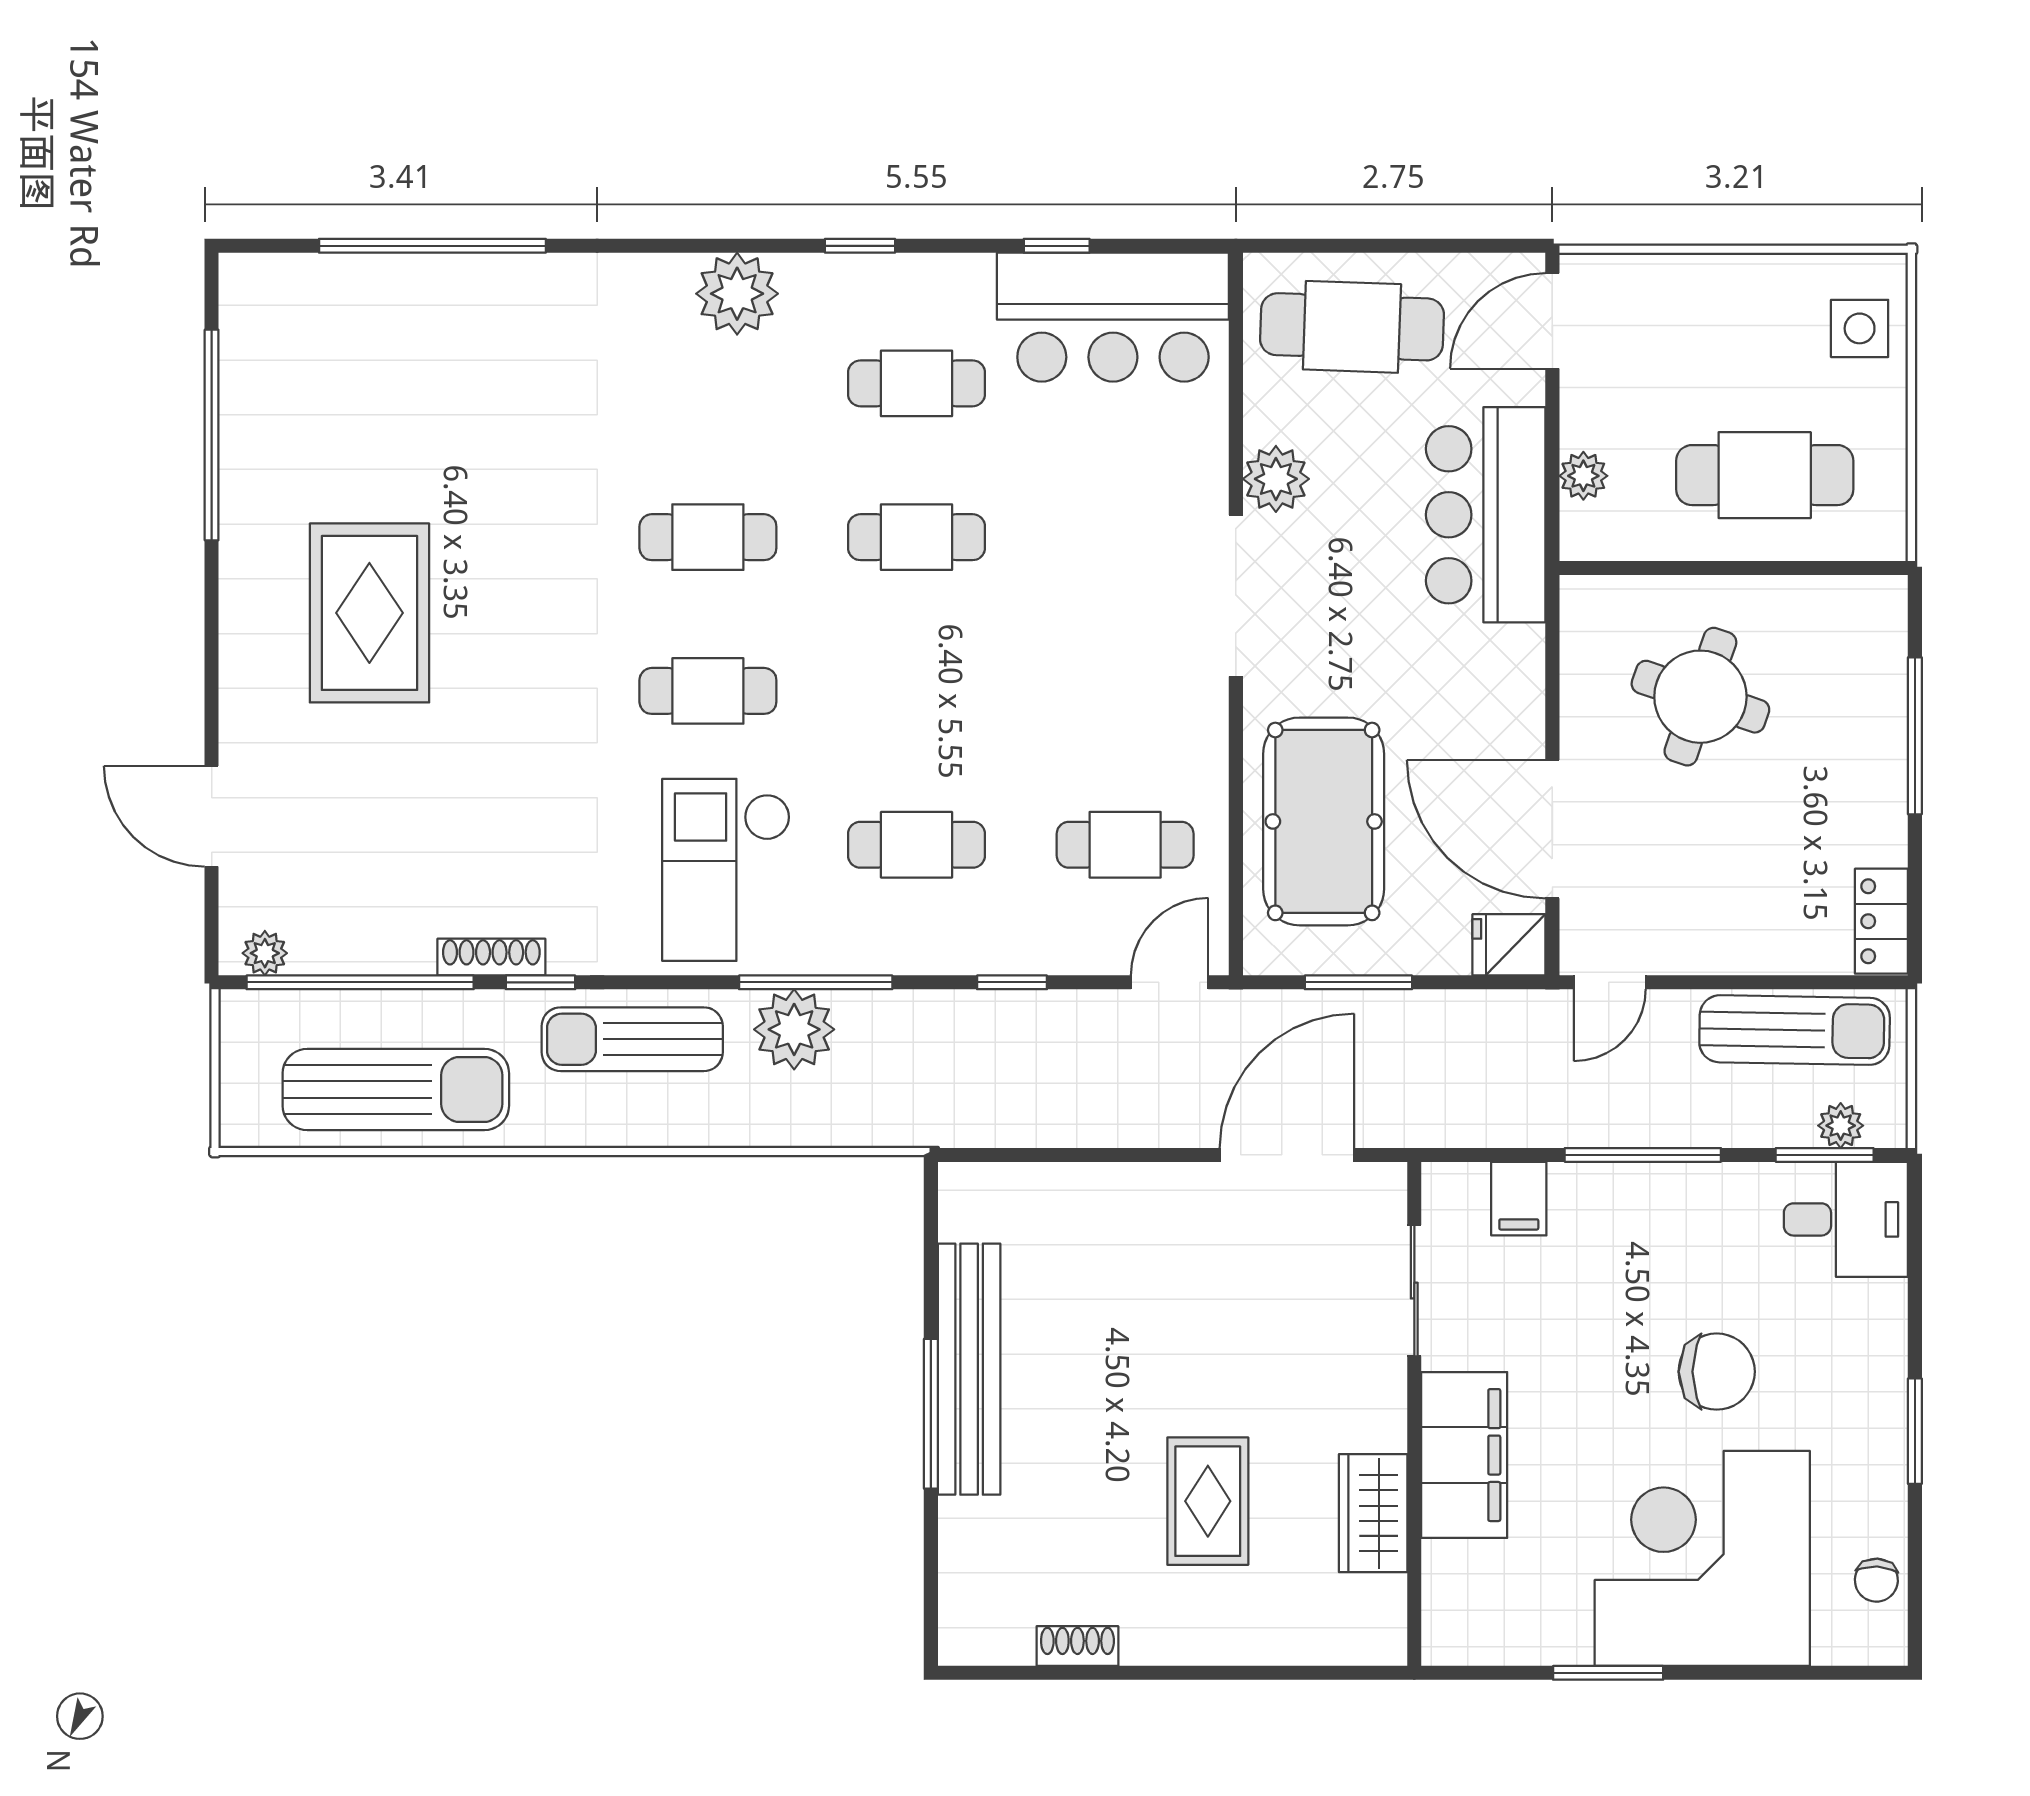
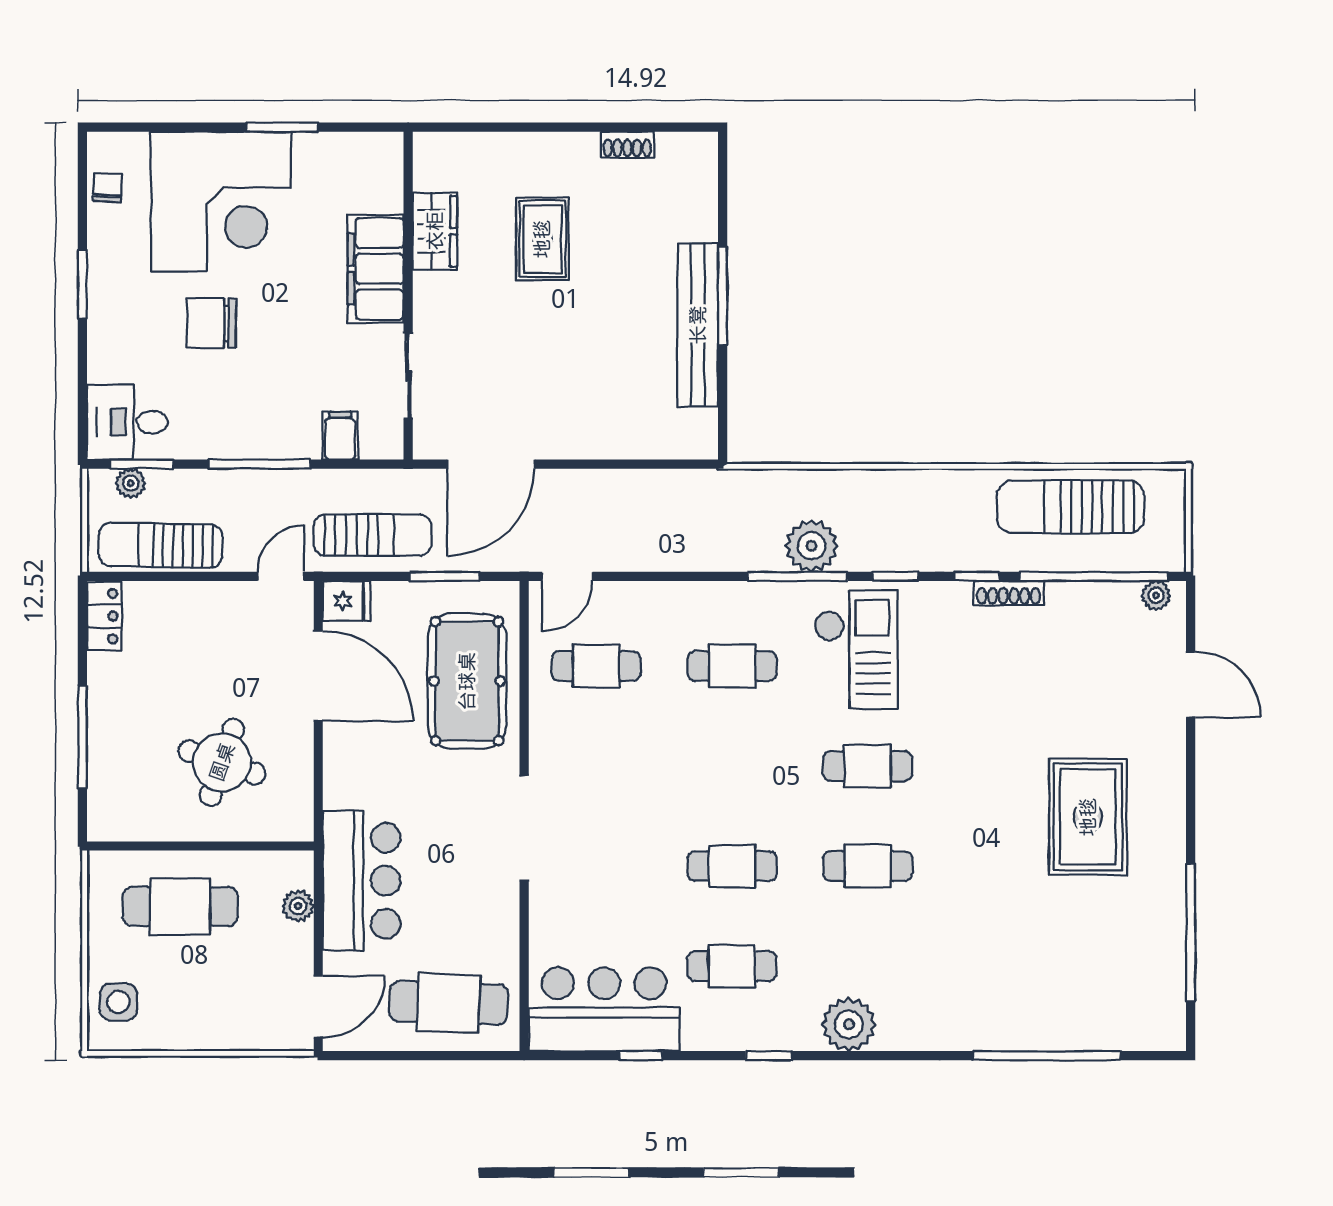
plant: (1276, 479) -> (498, 904), removed
window: (1012, 982) -> (895, 576), moved
sun lounger: (632, 1039) -> (373, 535), moved

